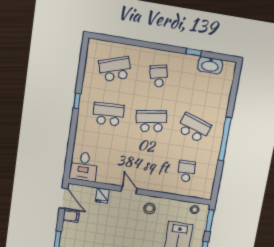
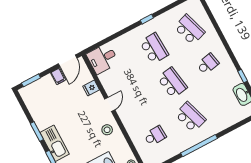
school desk: (194, 128) -> (190, 117), turned -36

